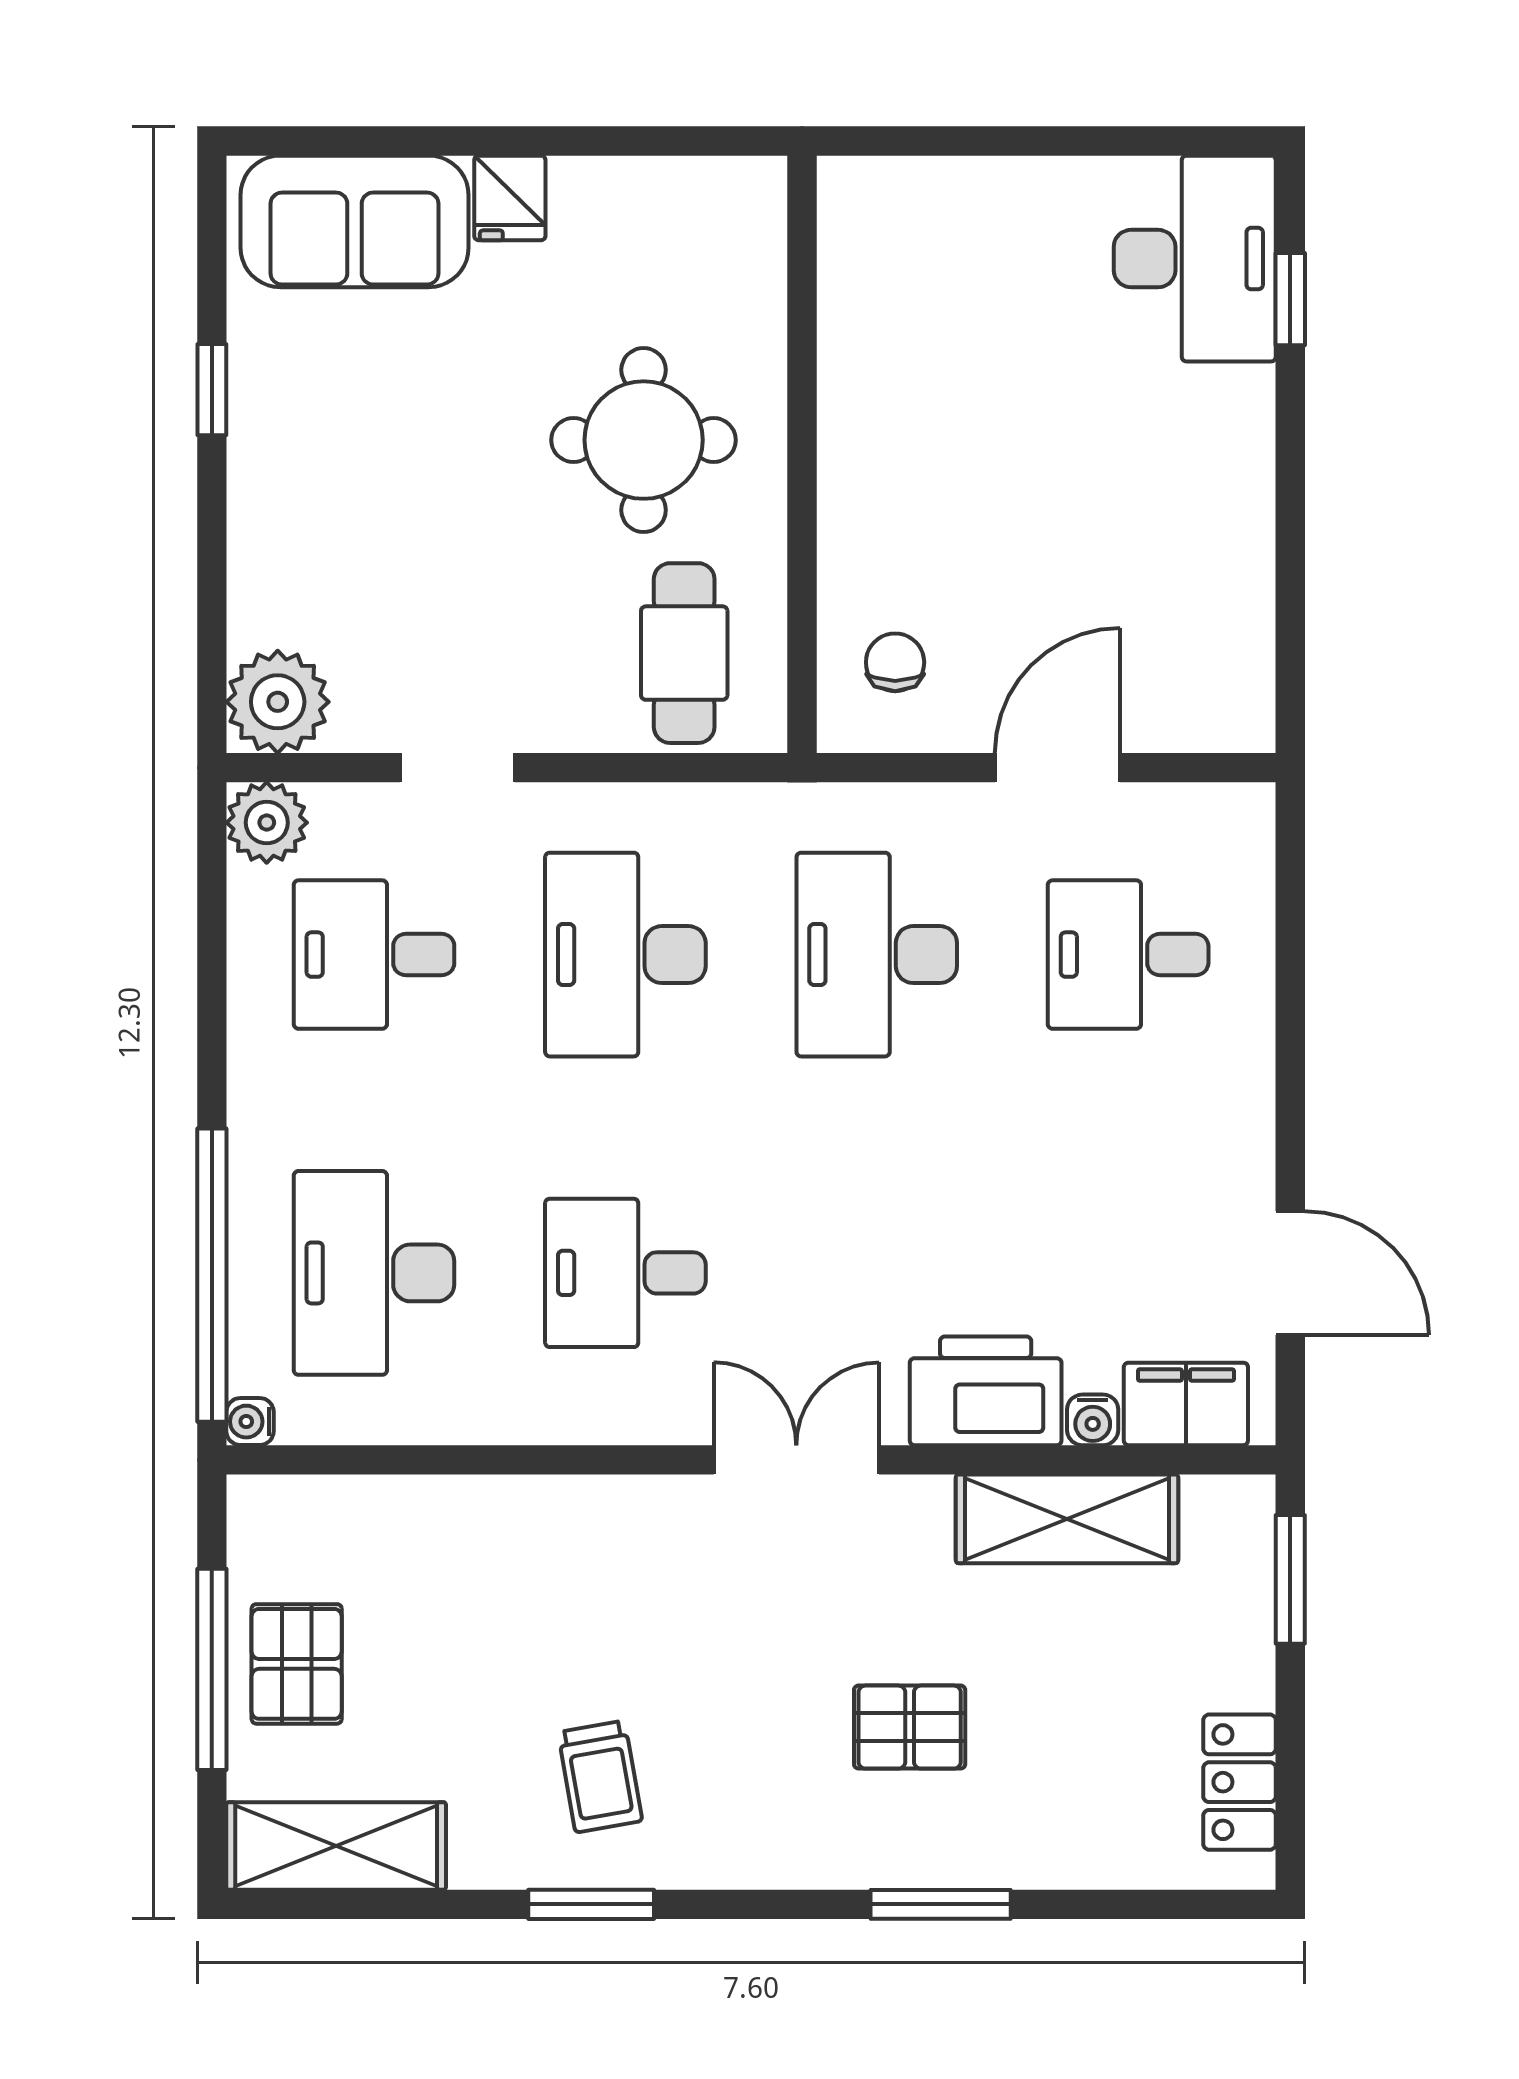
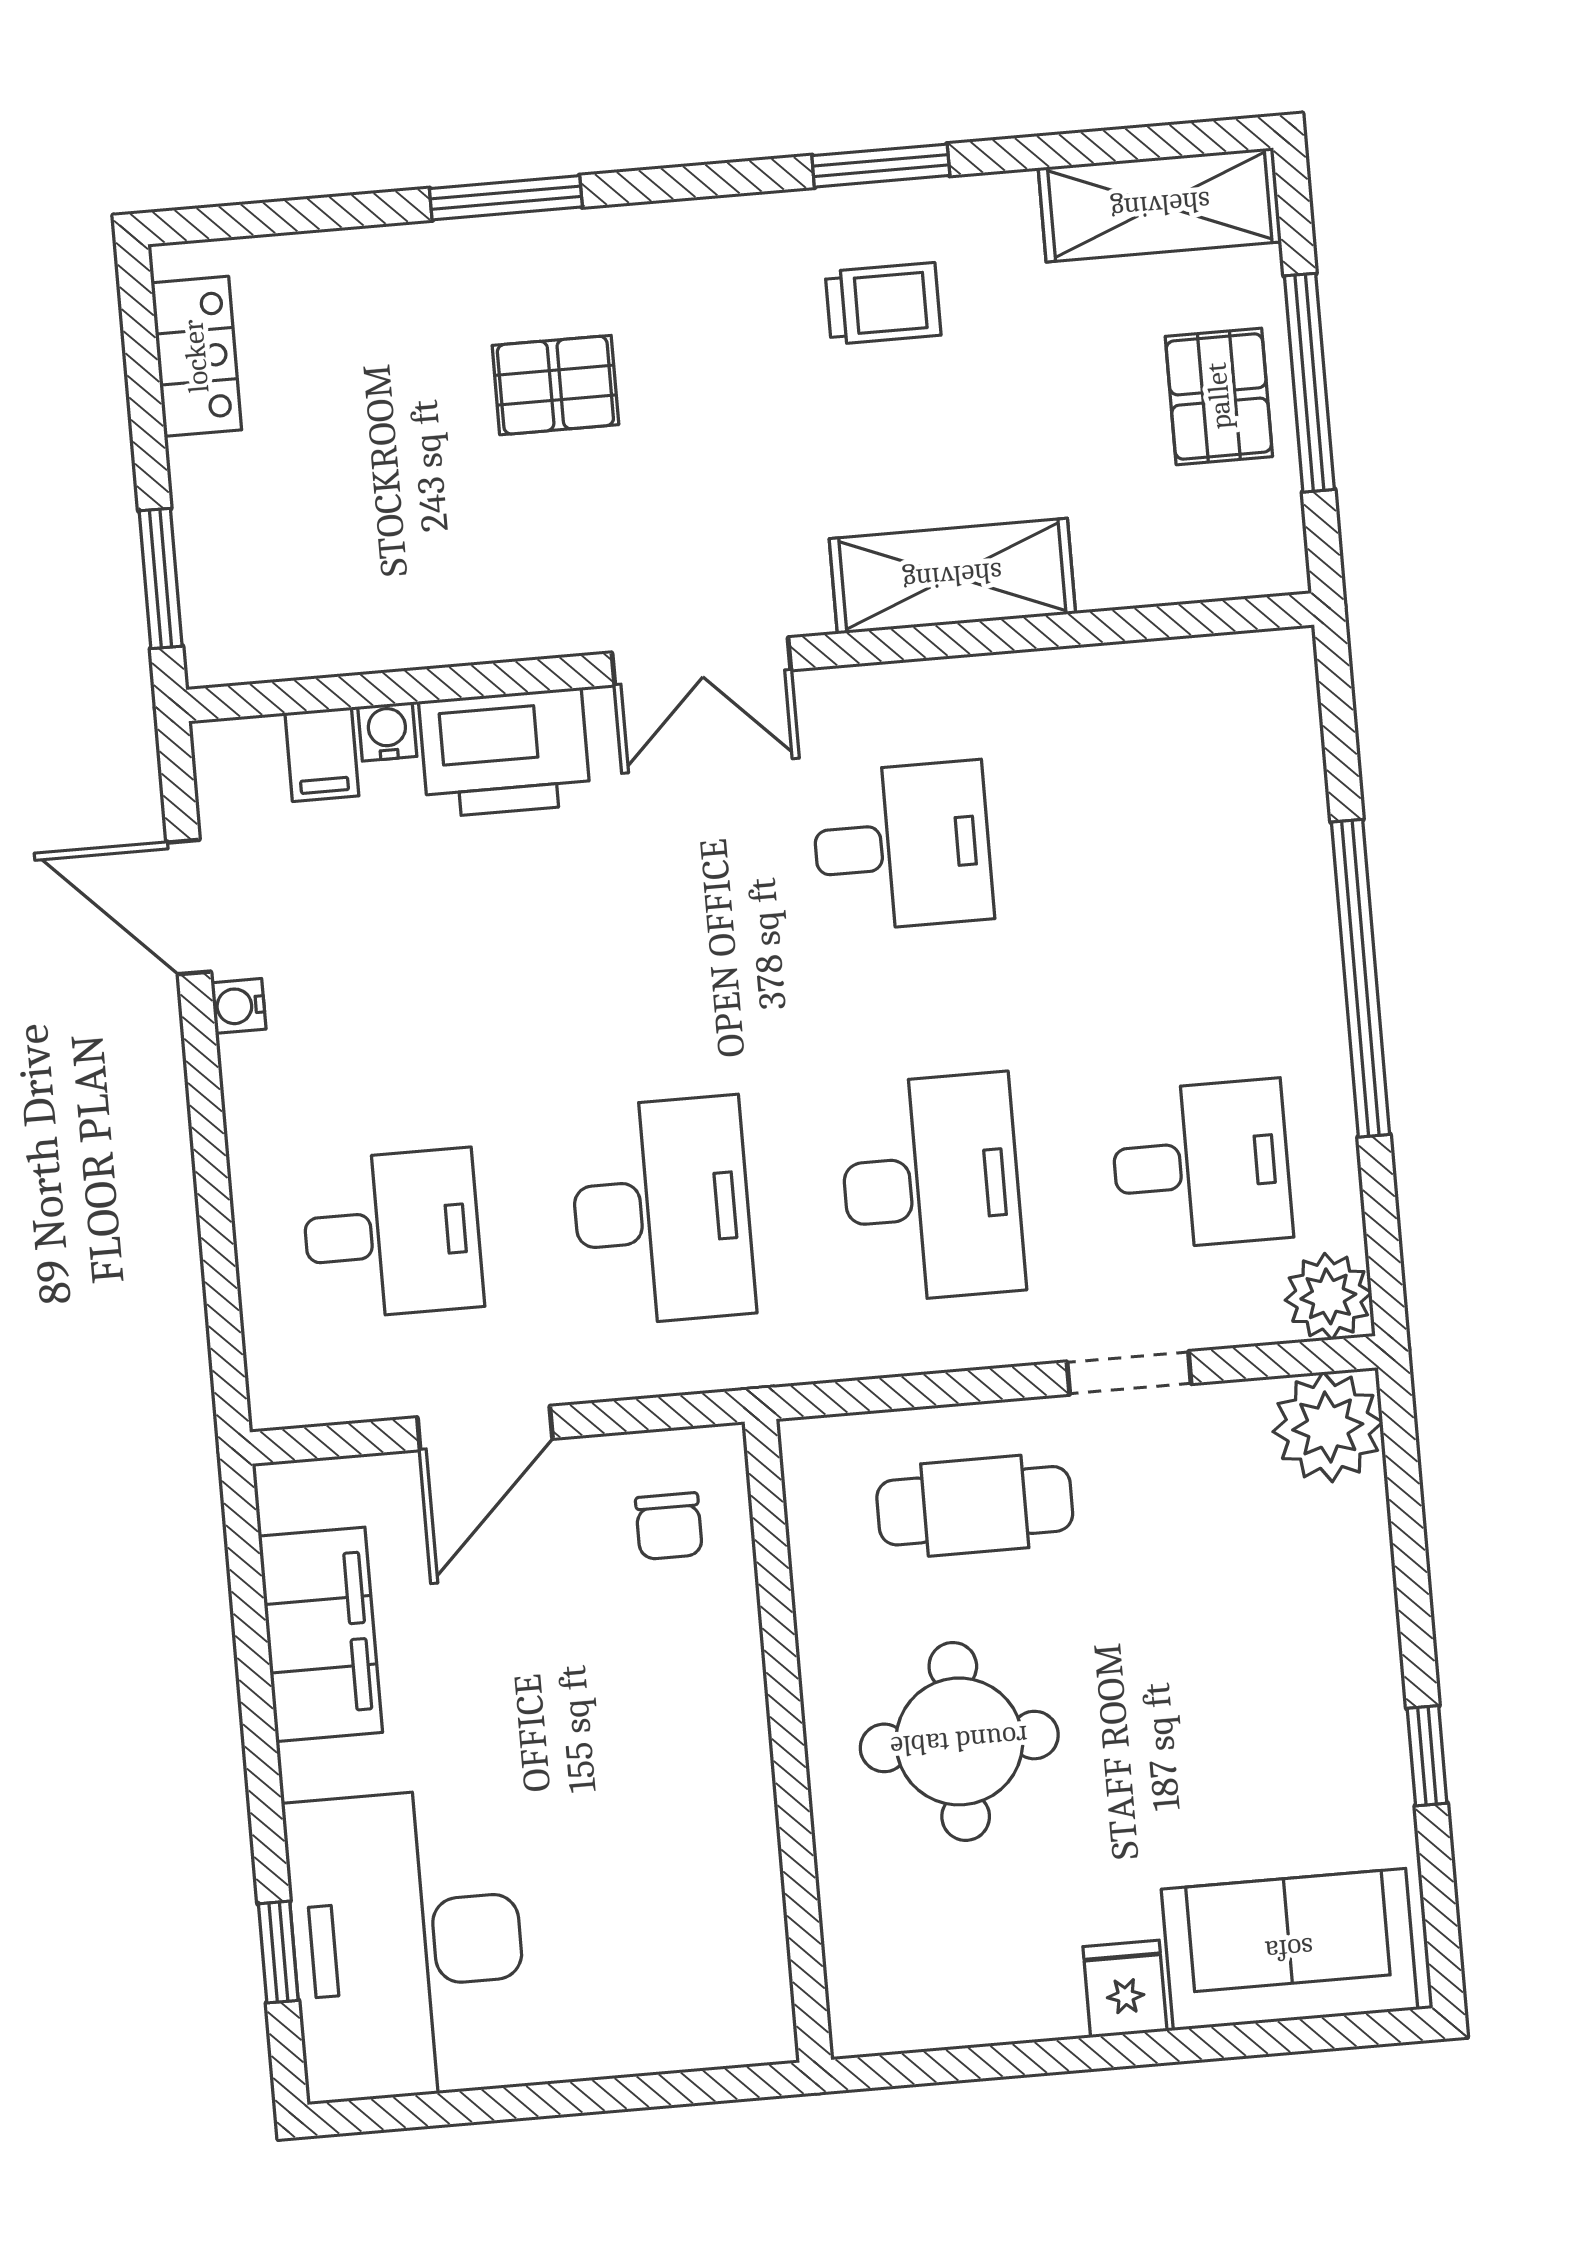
desk: (1195, 259) -> (407, 1944), width x1.36, depth x1.30
filing cabinet: (1226, 590) -> (320, 1634), added
cafe table: (684, 653) -> (975, 1506), moved, turned 90
desk: (374, 1273) -> (1172, 823), removed
window: (212, 1275) -> (1360, 978), moved
filing cabinet: (1186, 1404) -> (322, 754), width x0.50
water cooler: (250, 1422) -> (238, 1006), moved, turned 180
shelving: (1067, 1519) -> (952, 576), moved
trolley: (600, 1777) -> (883, 303), turned 100

